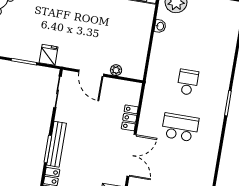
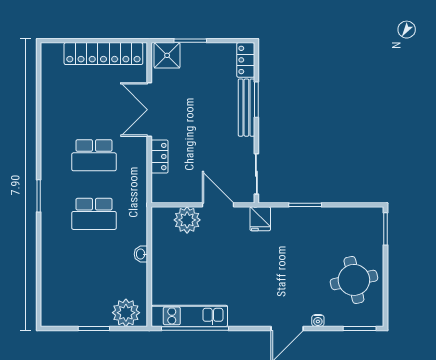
washbasin: (160, 26) -> (141, 254), moved
fridge: (49, 55) -> (260, 219), moved
plant: (116, 70) -> (187, 220), width x1.87, depth x1.87
school desk: (188, 82) -> (94, 214), width x1.85

